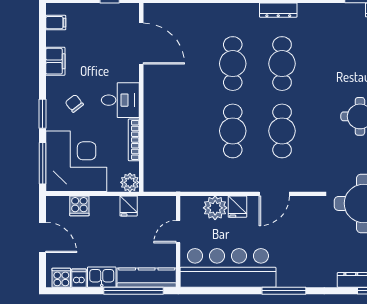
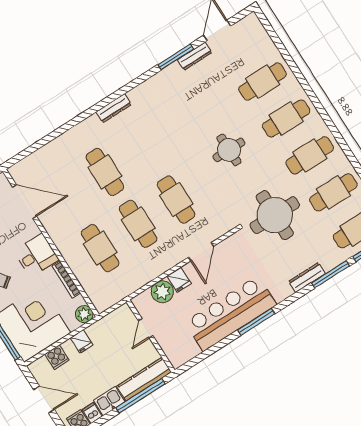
cafe table: (282, 64) -> (100, 248), moved
fridge: (129, 206) -> (82, 341), moved
bar counter: (228, 268) -> (231, 313), moved

